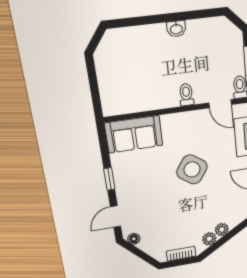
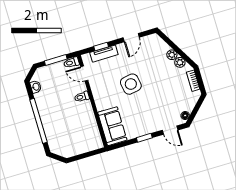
window: (160, 19) -> (38, 121), added
washbasin: (176, 29) -> (36, 87), moved
door: (220, 104) -> (84, 73), swing flipped
side table: (192, 169) -> (131, 84), turned 45

